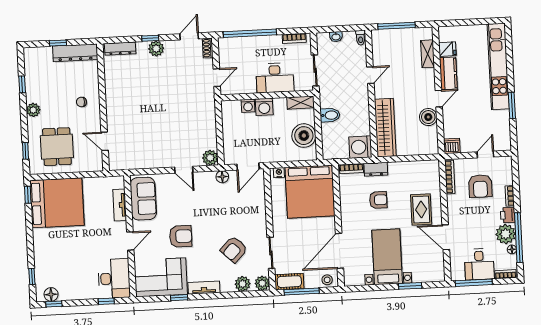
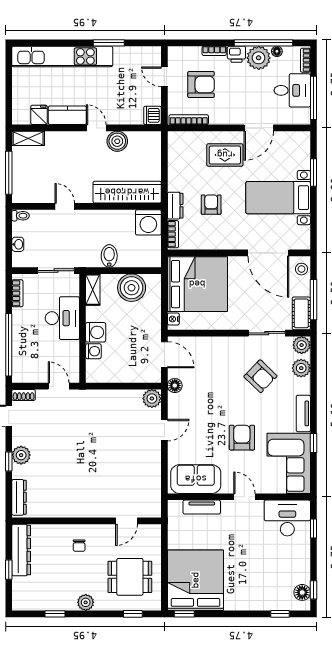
shelving: (428, 54) -> (28, 138), moved

